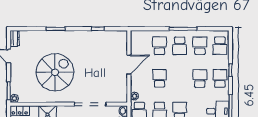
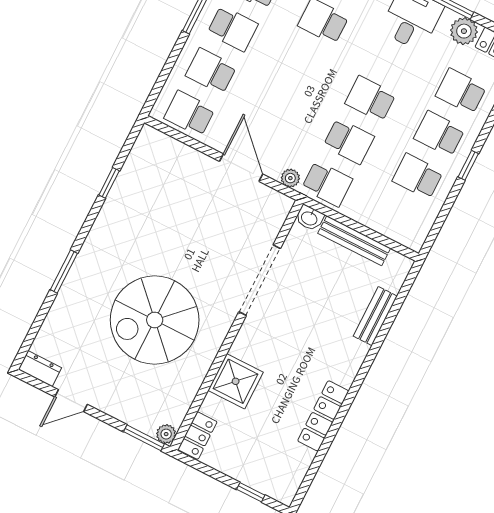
door: (129, 64) -> (241, 168), moved
spiral stairs: (55, 72) -> (155, 320), turned -90
school desk: (160, 78) -> (189, 114), moved

